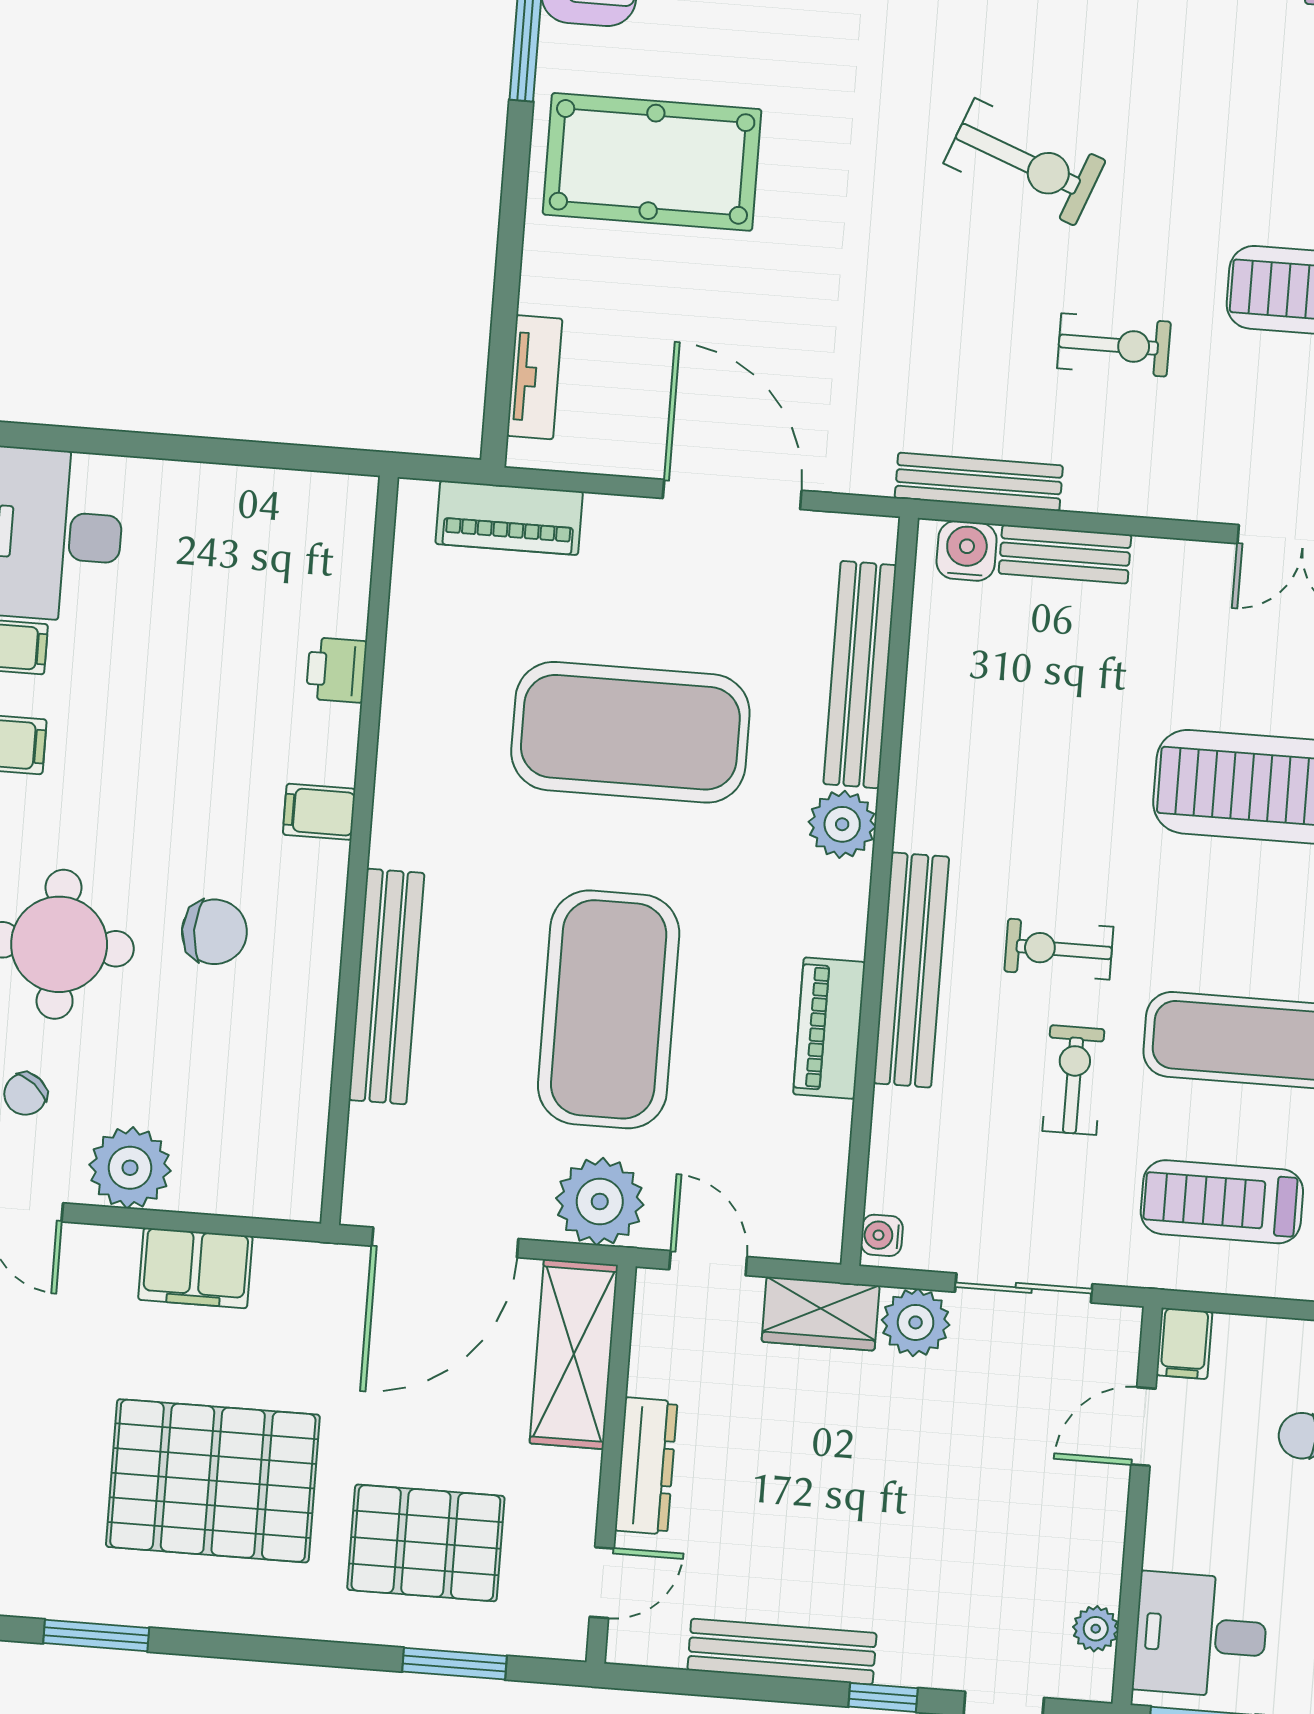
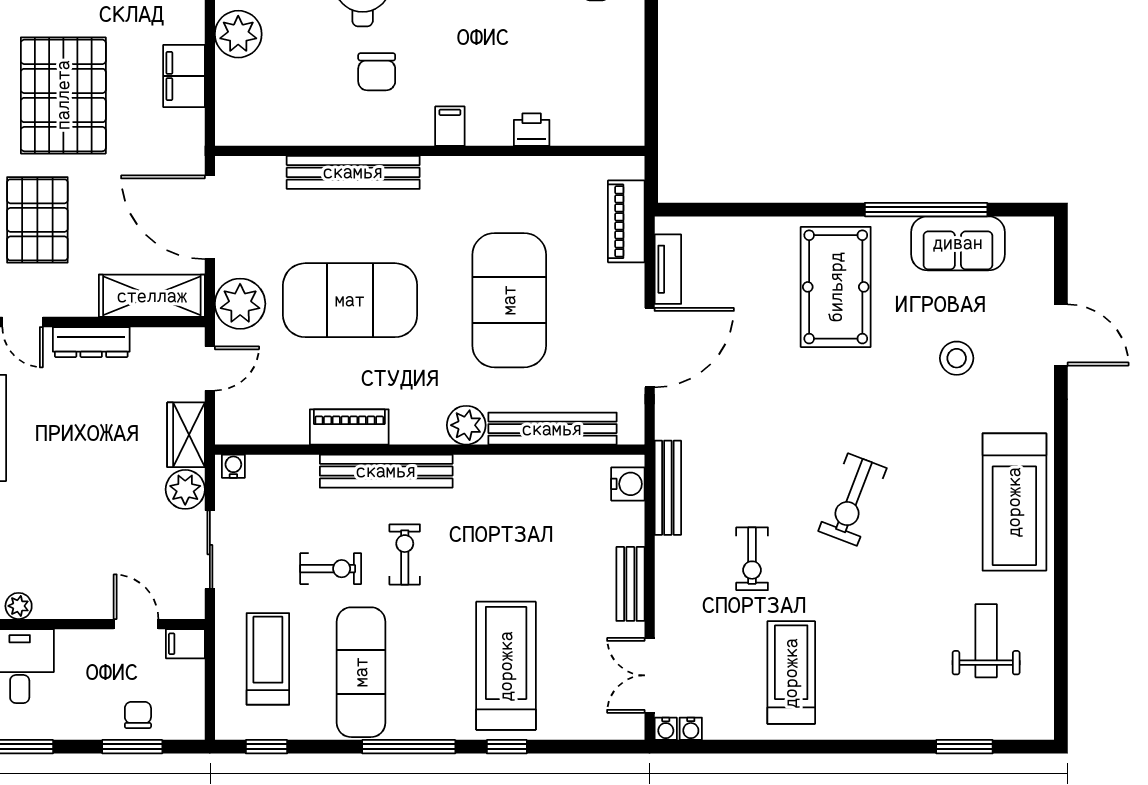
tv unit: (535, 377) -> (668, 269), moved, turned -90
bench: (1065, 554) -> (630, 584), moved

